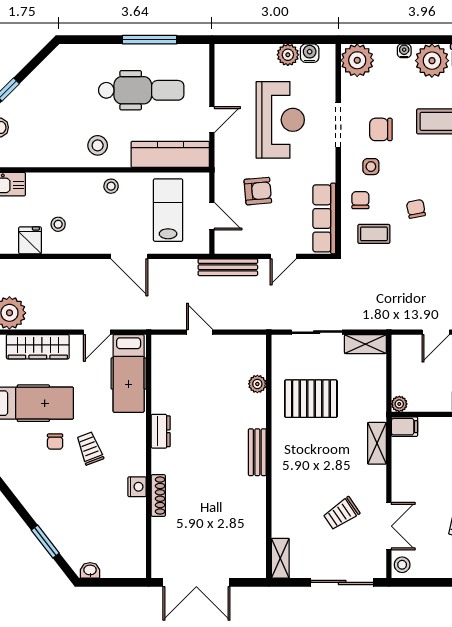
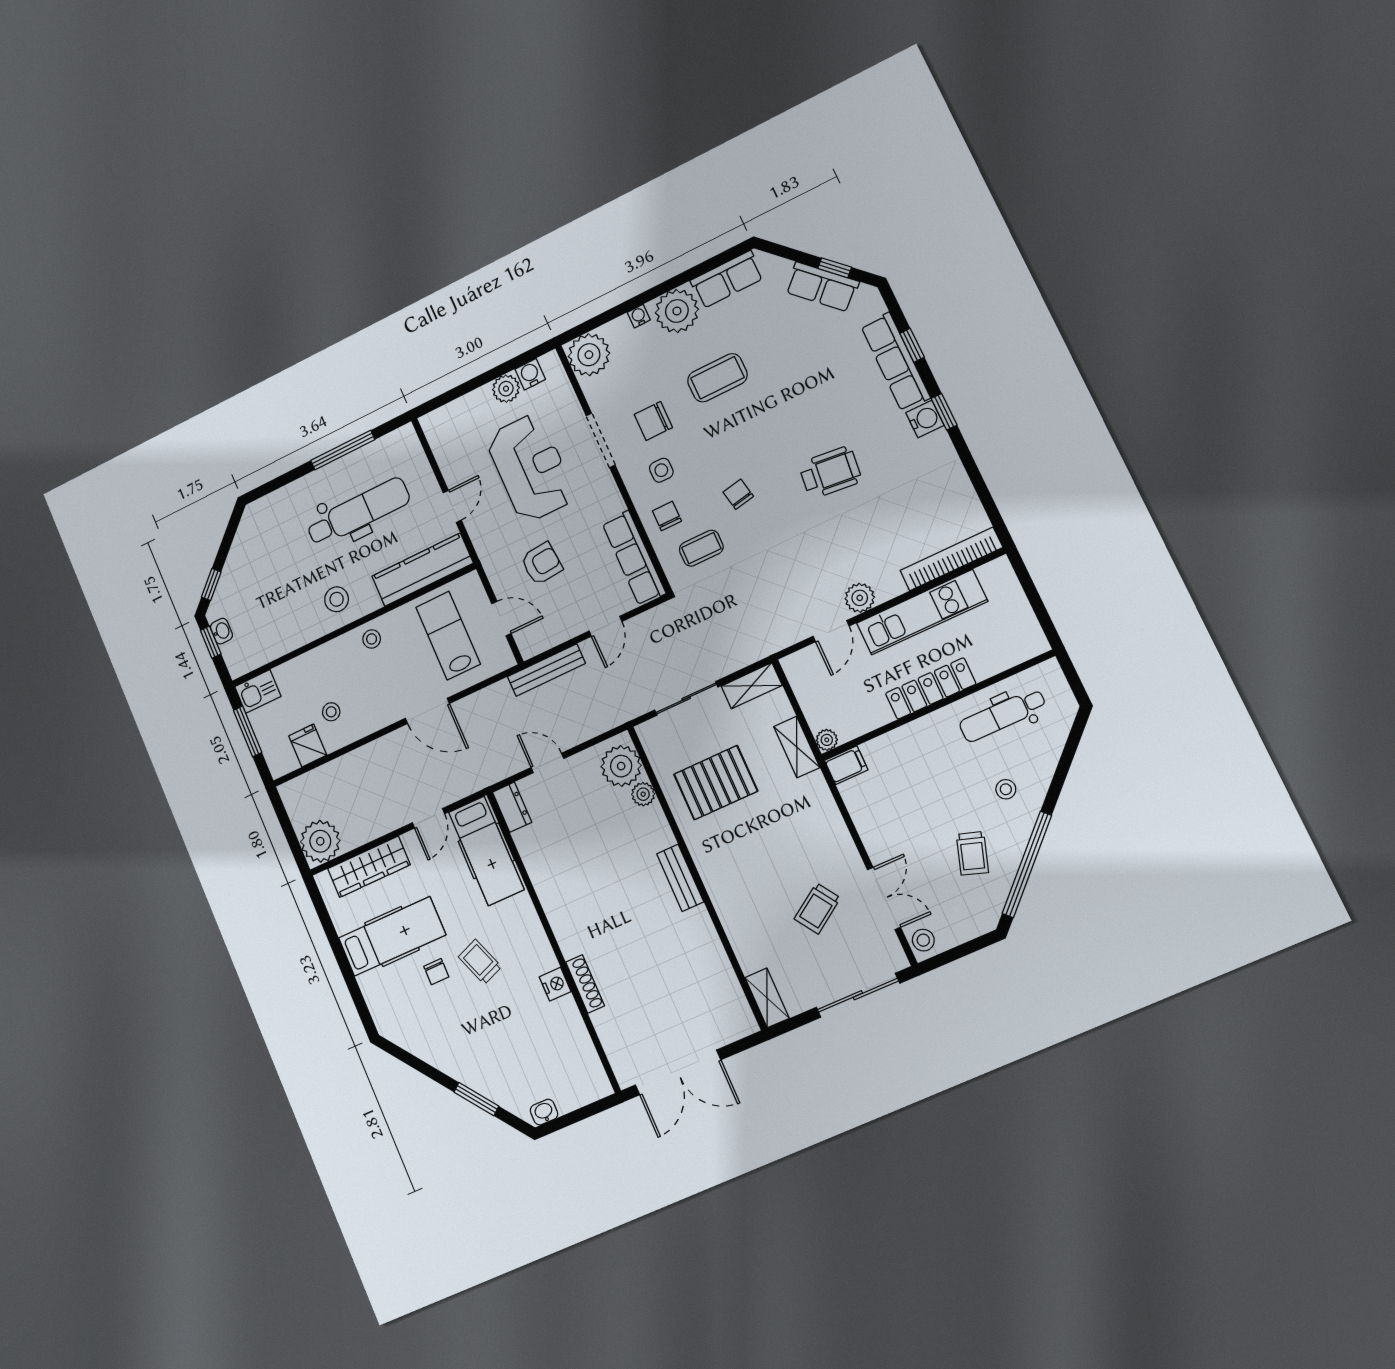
plant: (251, 358) -> (621, 766), added
dresser: (161, 431) -> (512, 807), moved
shelving: (377, 443) -> (797, 747), moved

